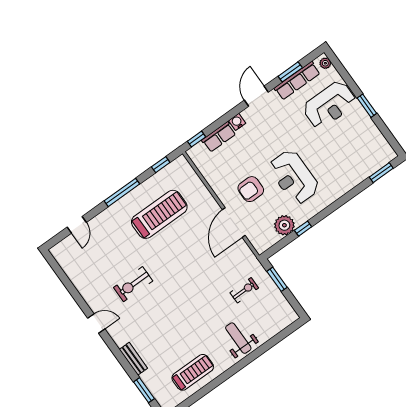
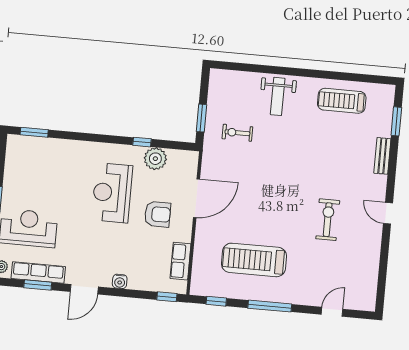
row of seats: (219, 137) -> (180, 261), moved, turned -90
reception desk: (294, 177) -> (112, 193), turned 180
exercise bike: (133, 284) -> (328, 220), turned -90

